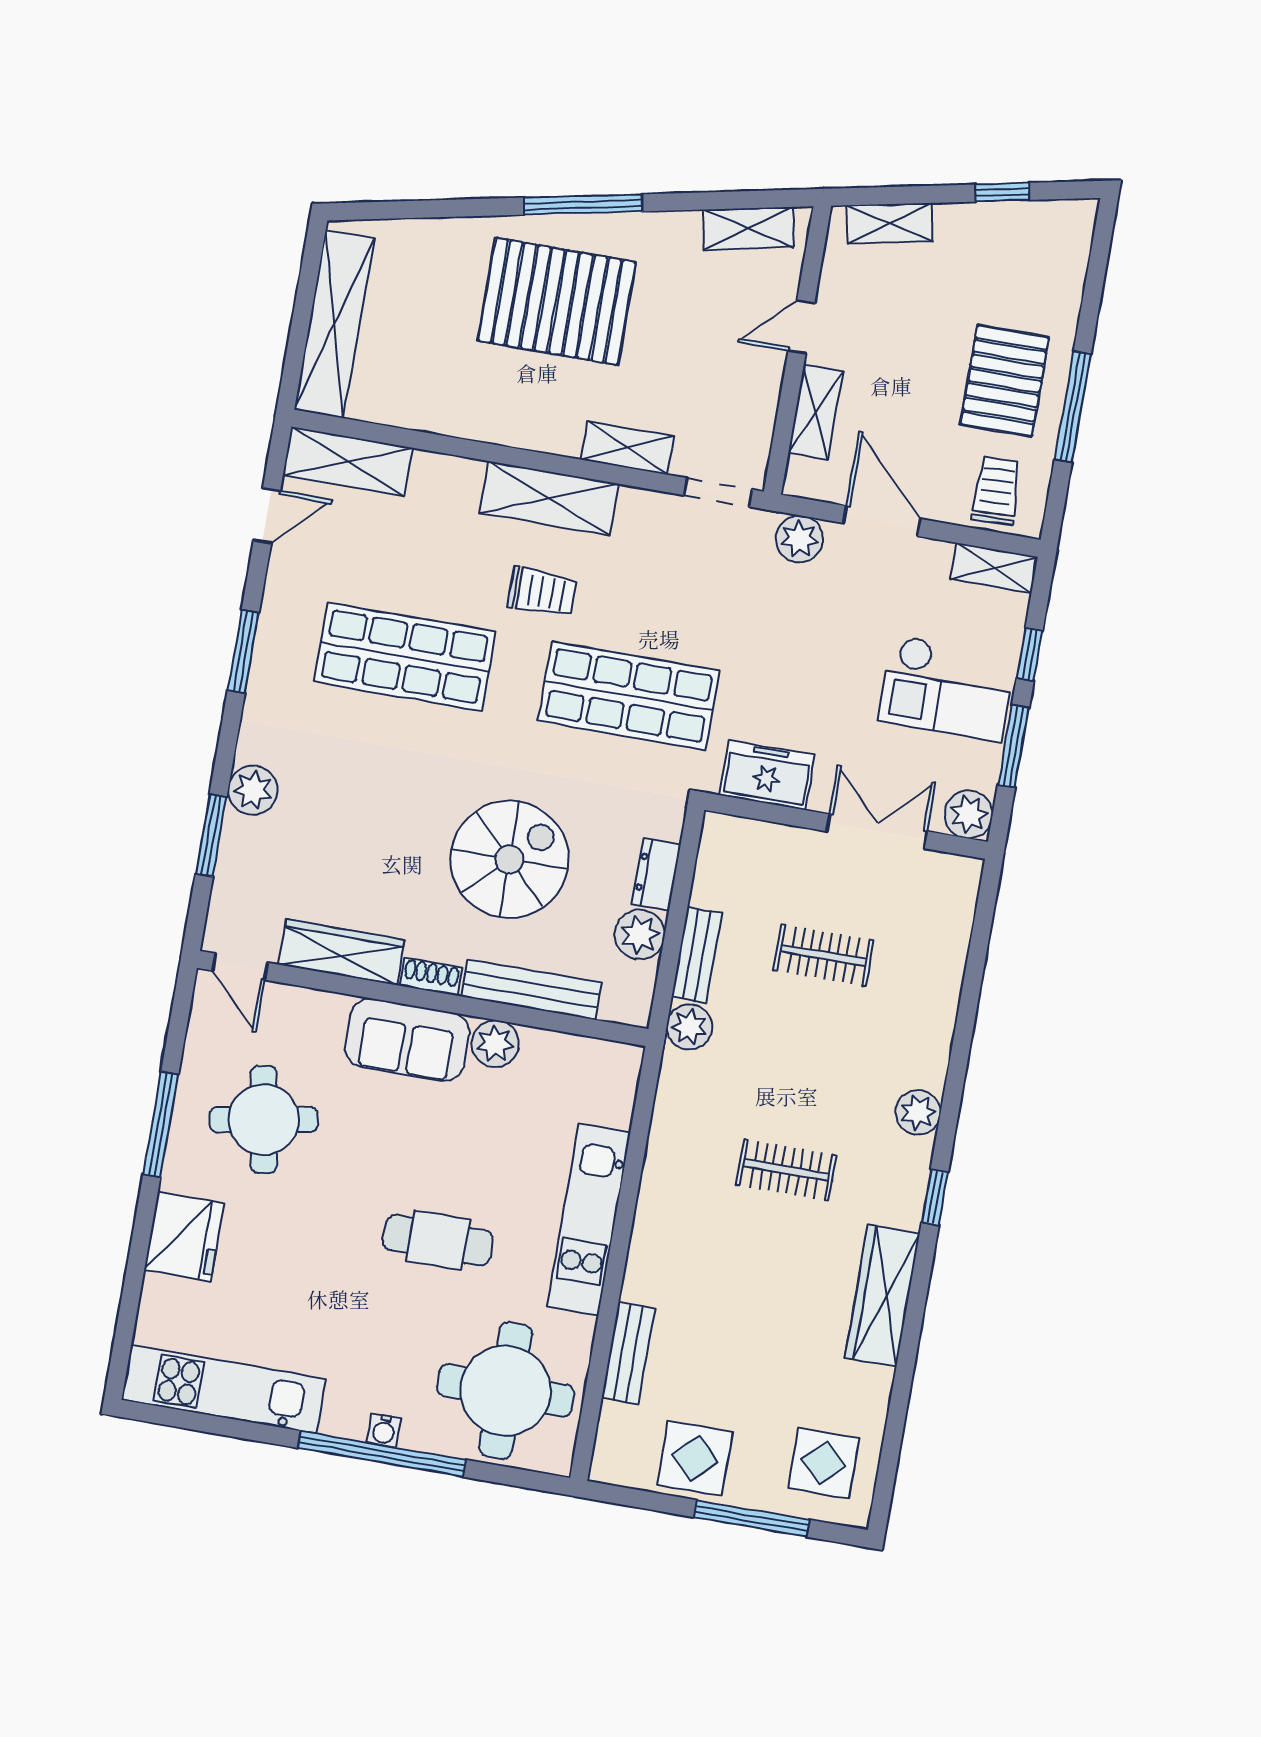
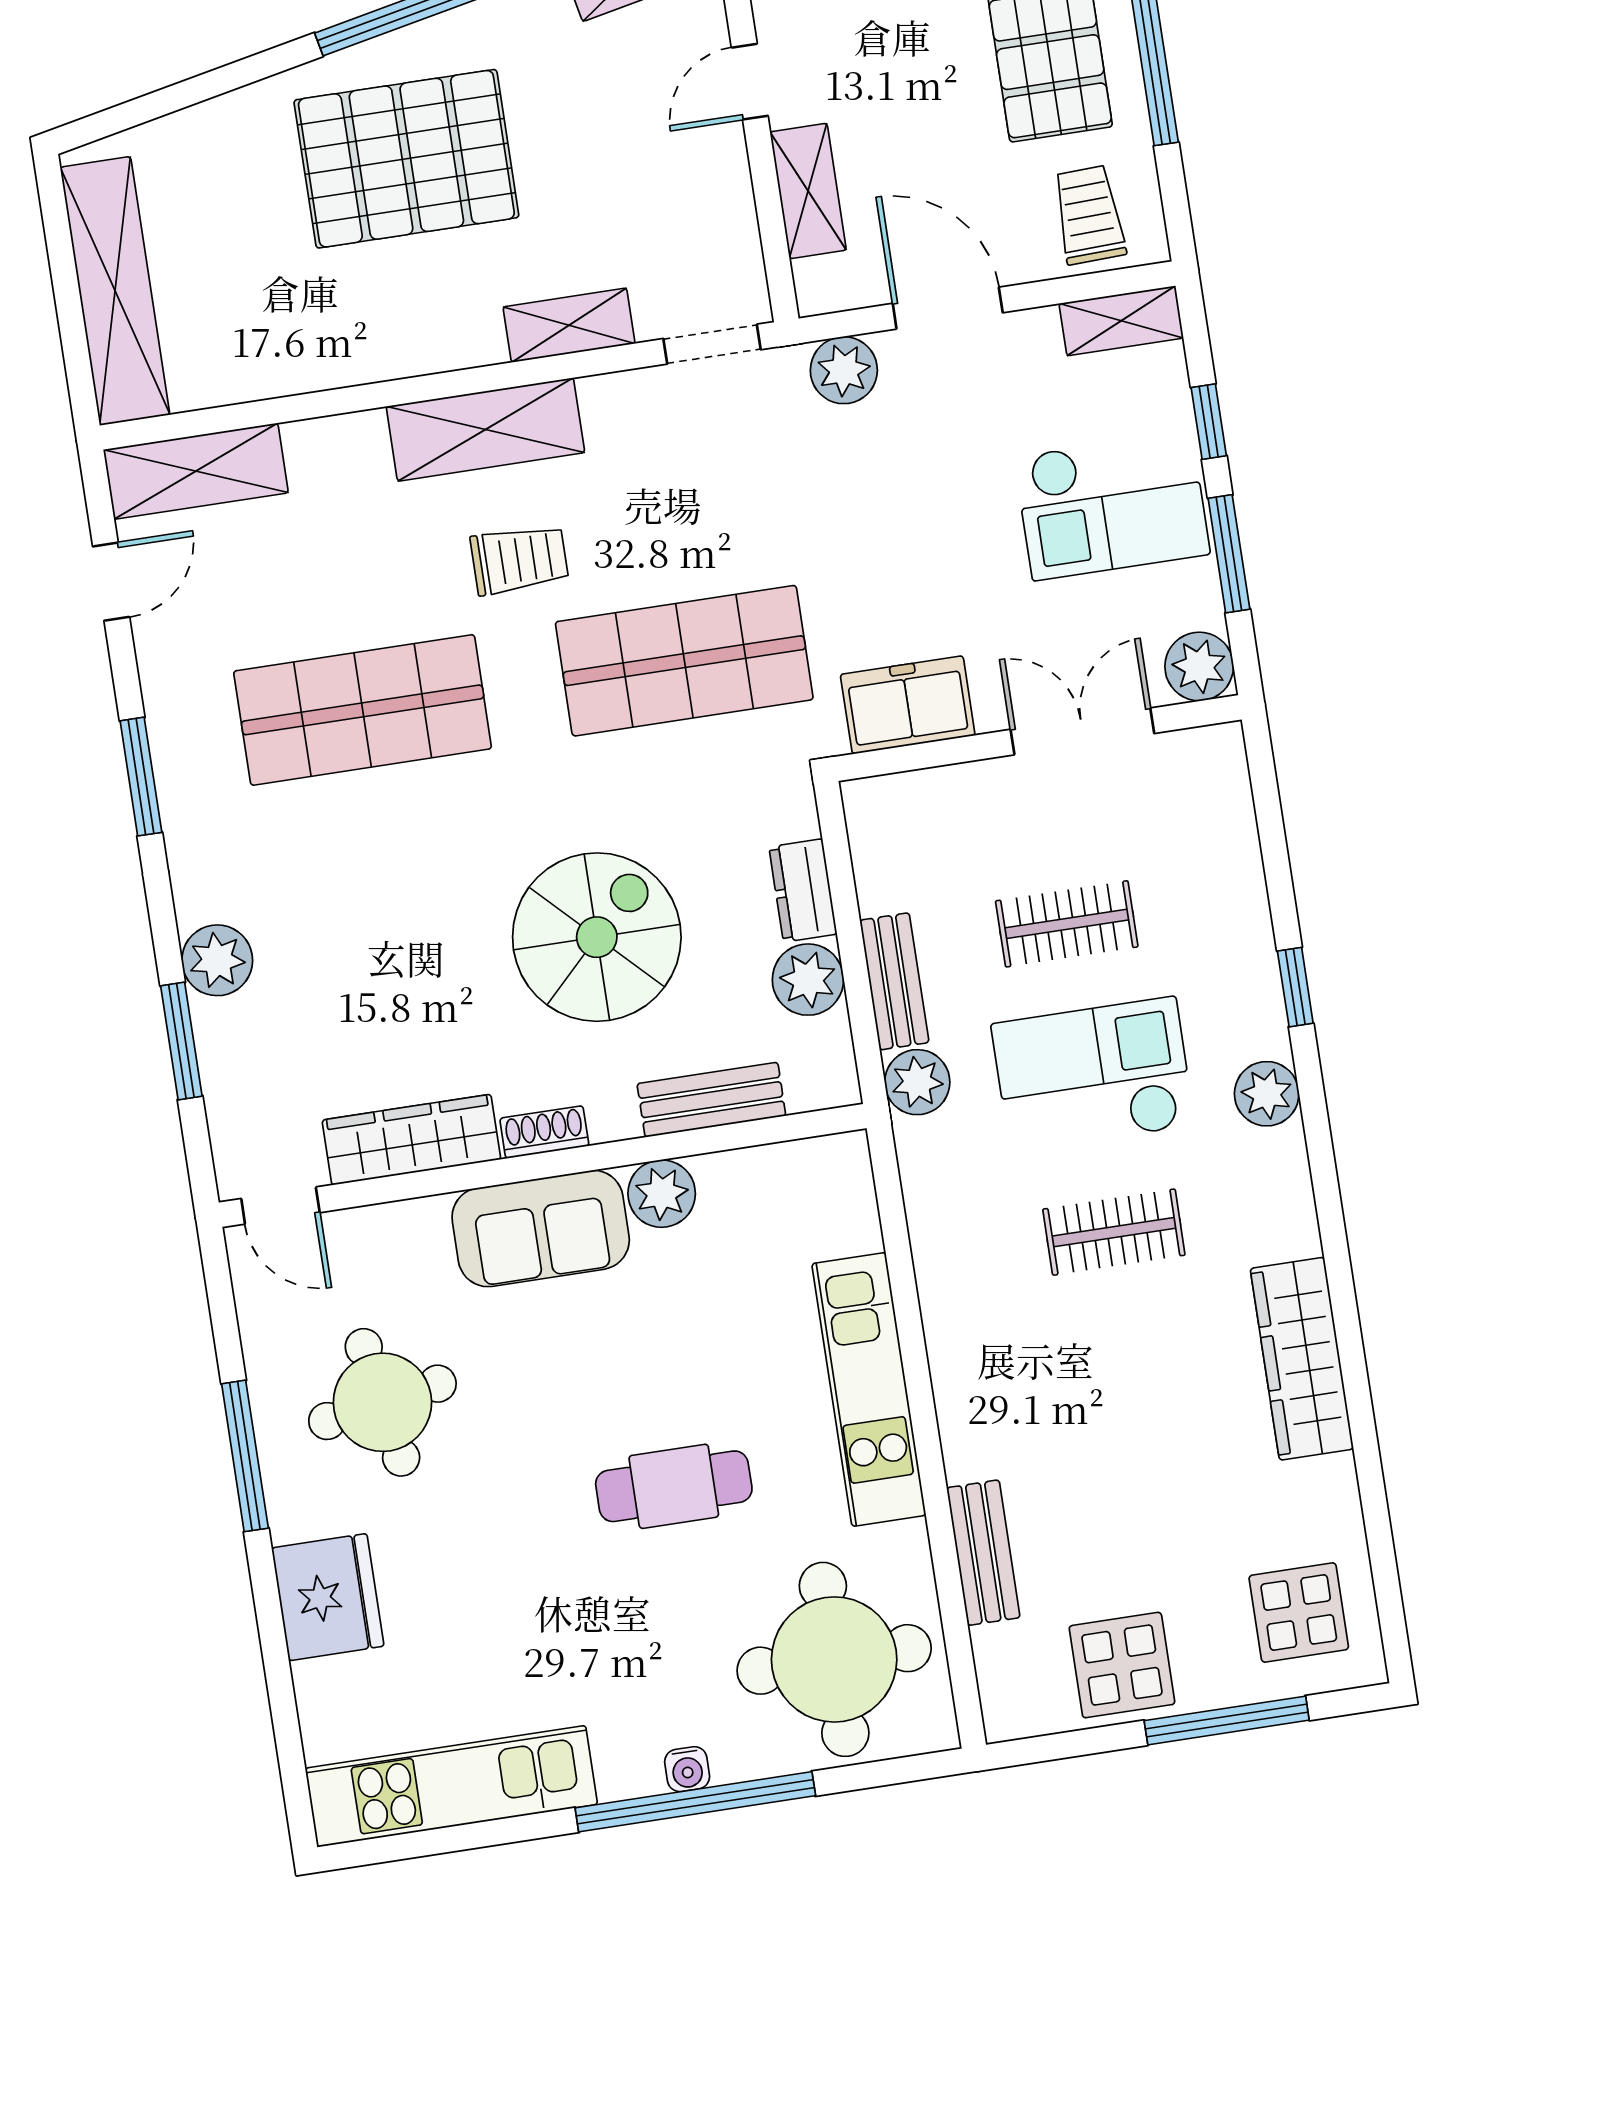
bench: (531, 989) -> (711, 1100), width x0.73
checkout: (807, 1061) -> (1093, 1075), added
window: (935, 1197) -> (1295, 987), moved

